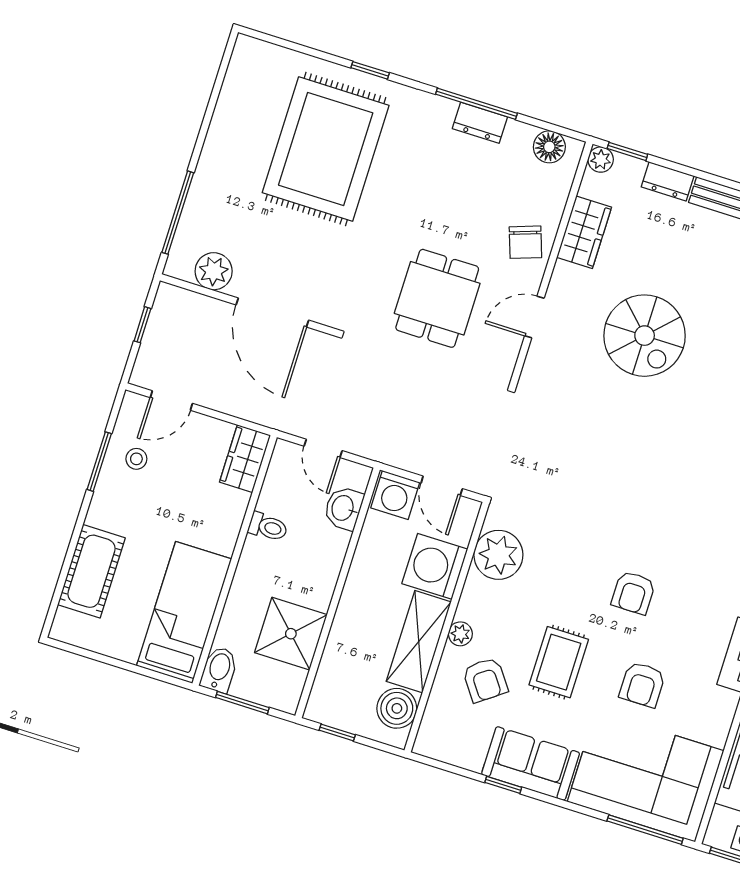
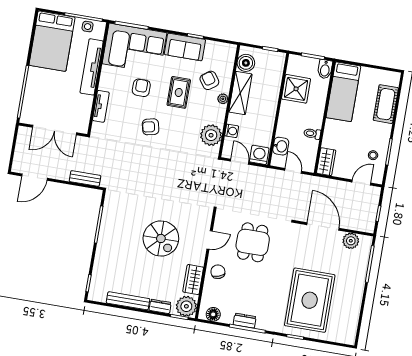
plant: (601, 160) -> (186, 306), width x1.88, depth x1.88
spiral stairs: (645, 336) -> (161, 238), turned 180
washing machine: (435, 566) -> (232, 131), width x0.53, depth x0.53
armchair: (633, 593) -> (151, 127), turned -103

